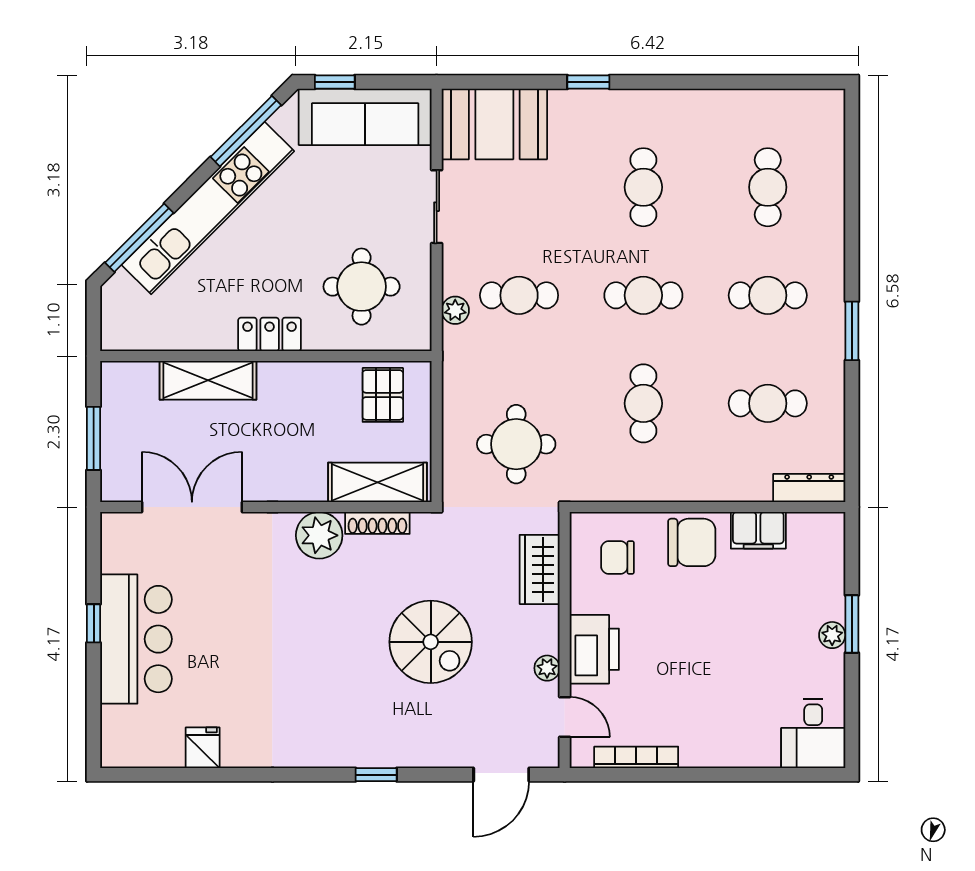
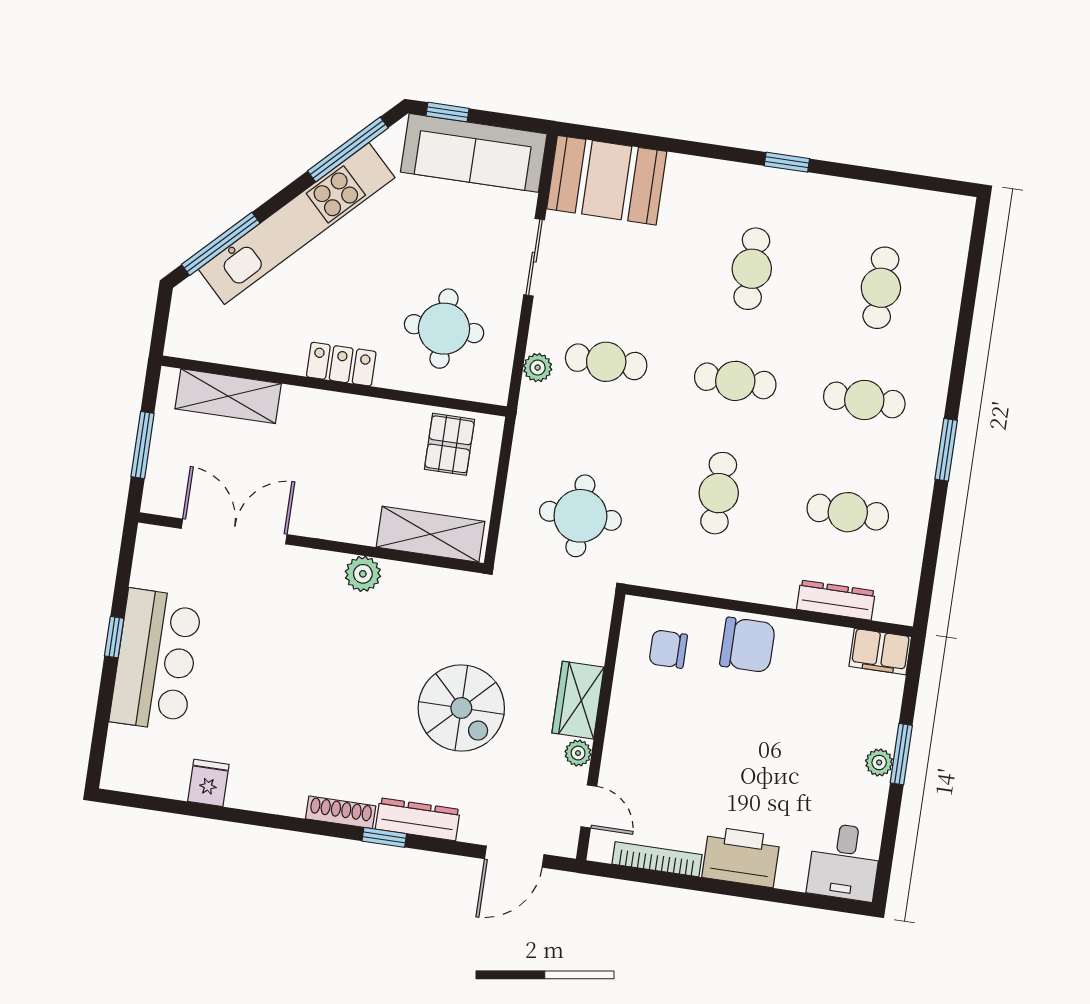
window: (588, 82) -> (787, 162), moved
shelving: (208, 380) -> (228, 396), moved
dresser: (809, 488) -> (836, 600), moved
shoe rack: (377, 523) -> (341, 812), moved, turned 180
filing cabinet: (758, 530) -> (880, 652), moved
plant: (319, 535) -> (363, 574), width x0.73, depth x0.73
wardrobe: (540, 569) -> (578, 700), moved
printer: (594, 649) -> (741, 857), moved, turned -90
dresser: (405, 753) -> (418, 819), added

